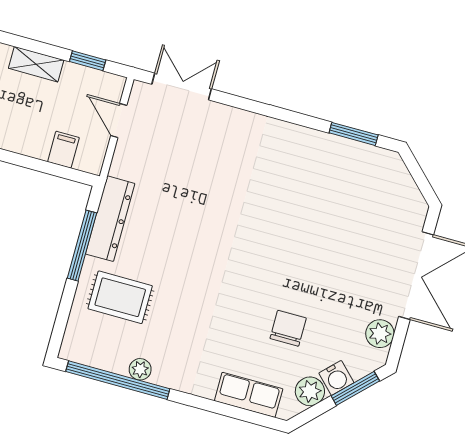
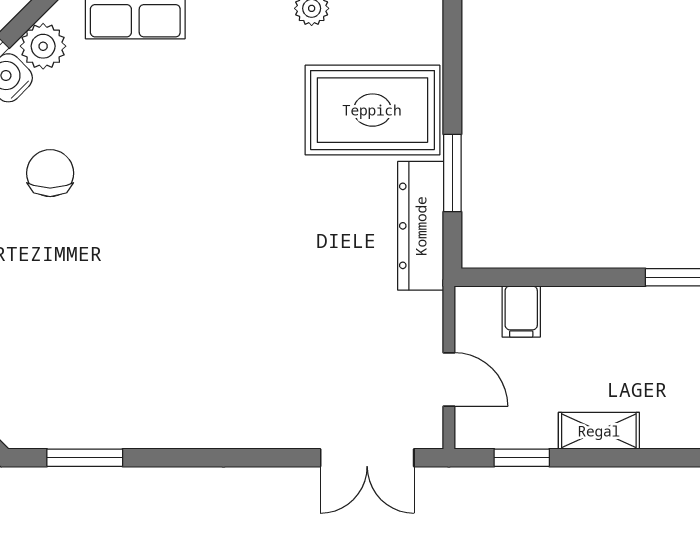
window: (82, 246) -> (452, 173), width x0.69
rug: (120, 297) -> (372, 110), width x1.36, depth x1.43
chair: (288, 328) -> (50, 173), moved, turned 180

